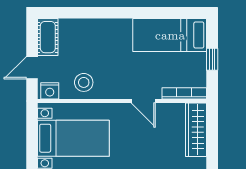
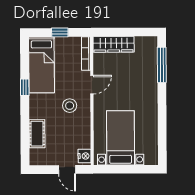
window: (140, 13) -> (25, 87), added
cot: (48, 37) -> (37, 134), moved, turned 90
stool: (84, 82) -> (70, 106), moved

